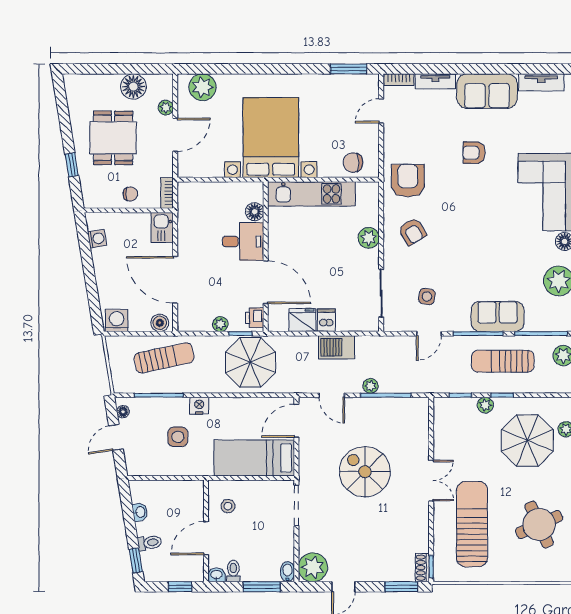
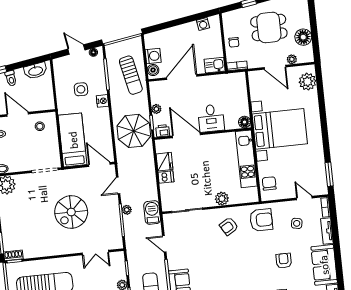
floor lamp: (255, 212) -> (244, 122), moved
door: (266, 282) -> (186, 135), swing flipped
side table: (427, 297) -> (297, 223), moved
washing machine: (117, 320) -> (153, 56), moved
barbecue: (337, 347) -> (152, 212), moved
spiral stairs: (365, 472) -> (71, 212), turned 180
double door: (431, 480) -> (95, 253), moved
washbasin: (140, 512) -> (36, 71), width x1.91, depth x1.45

